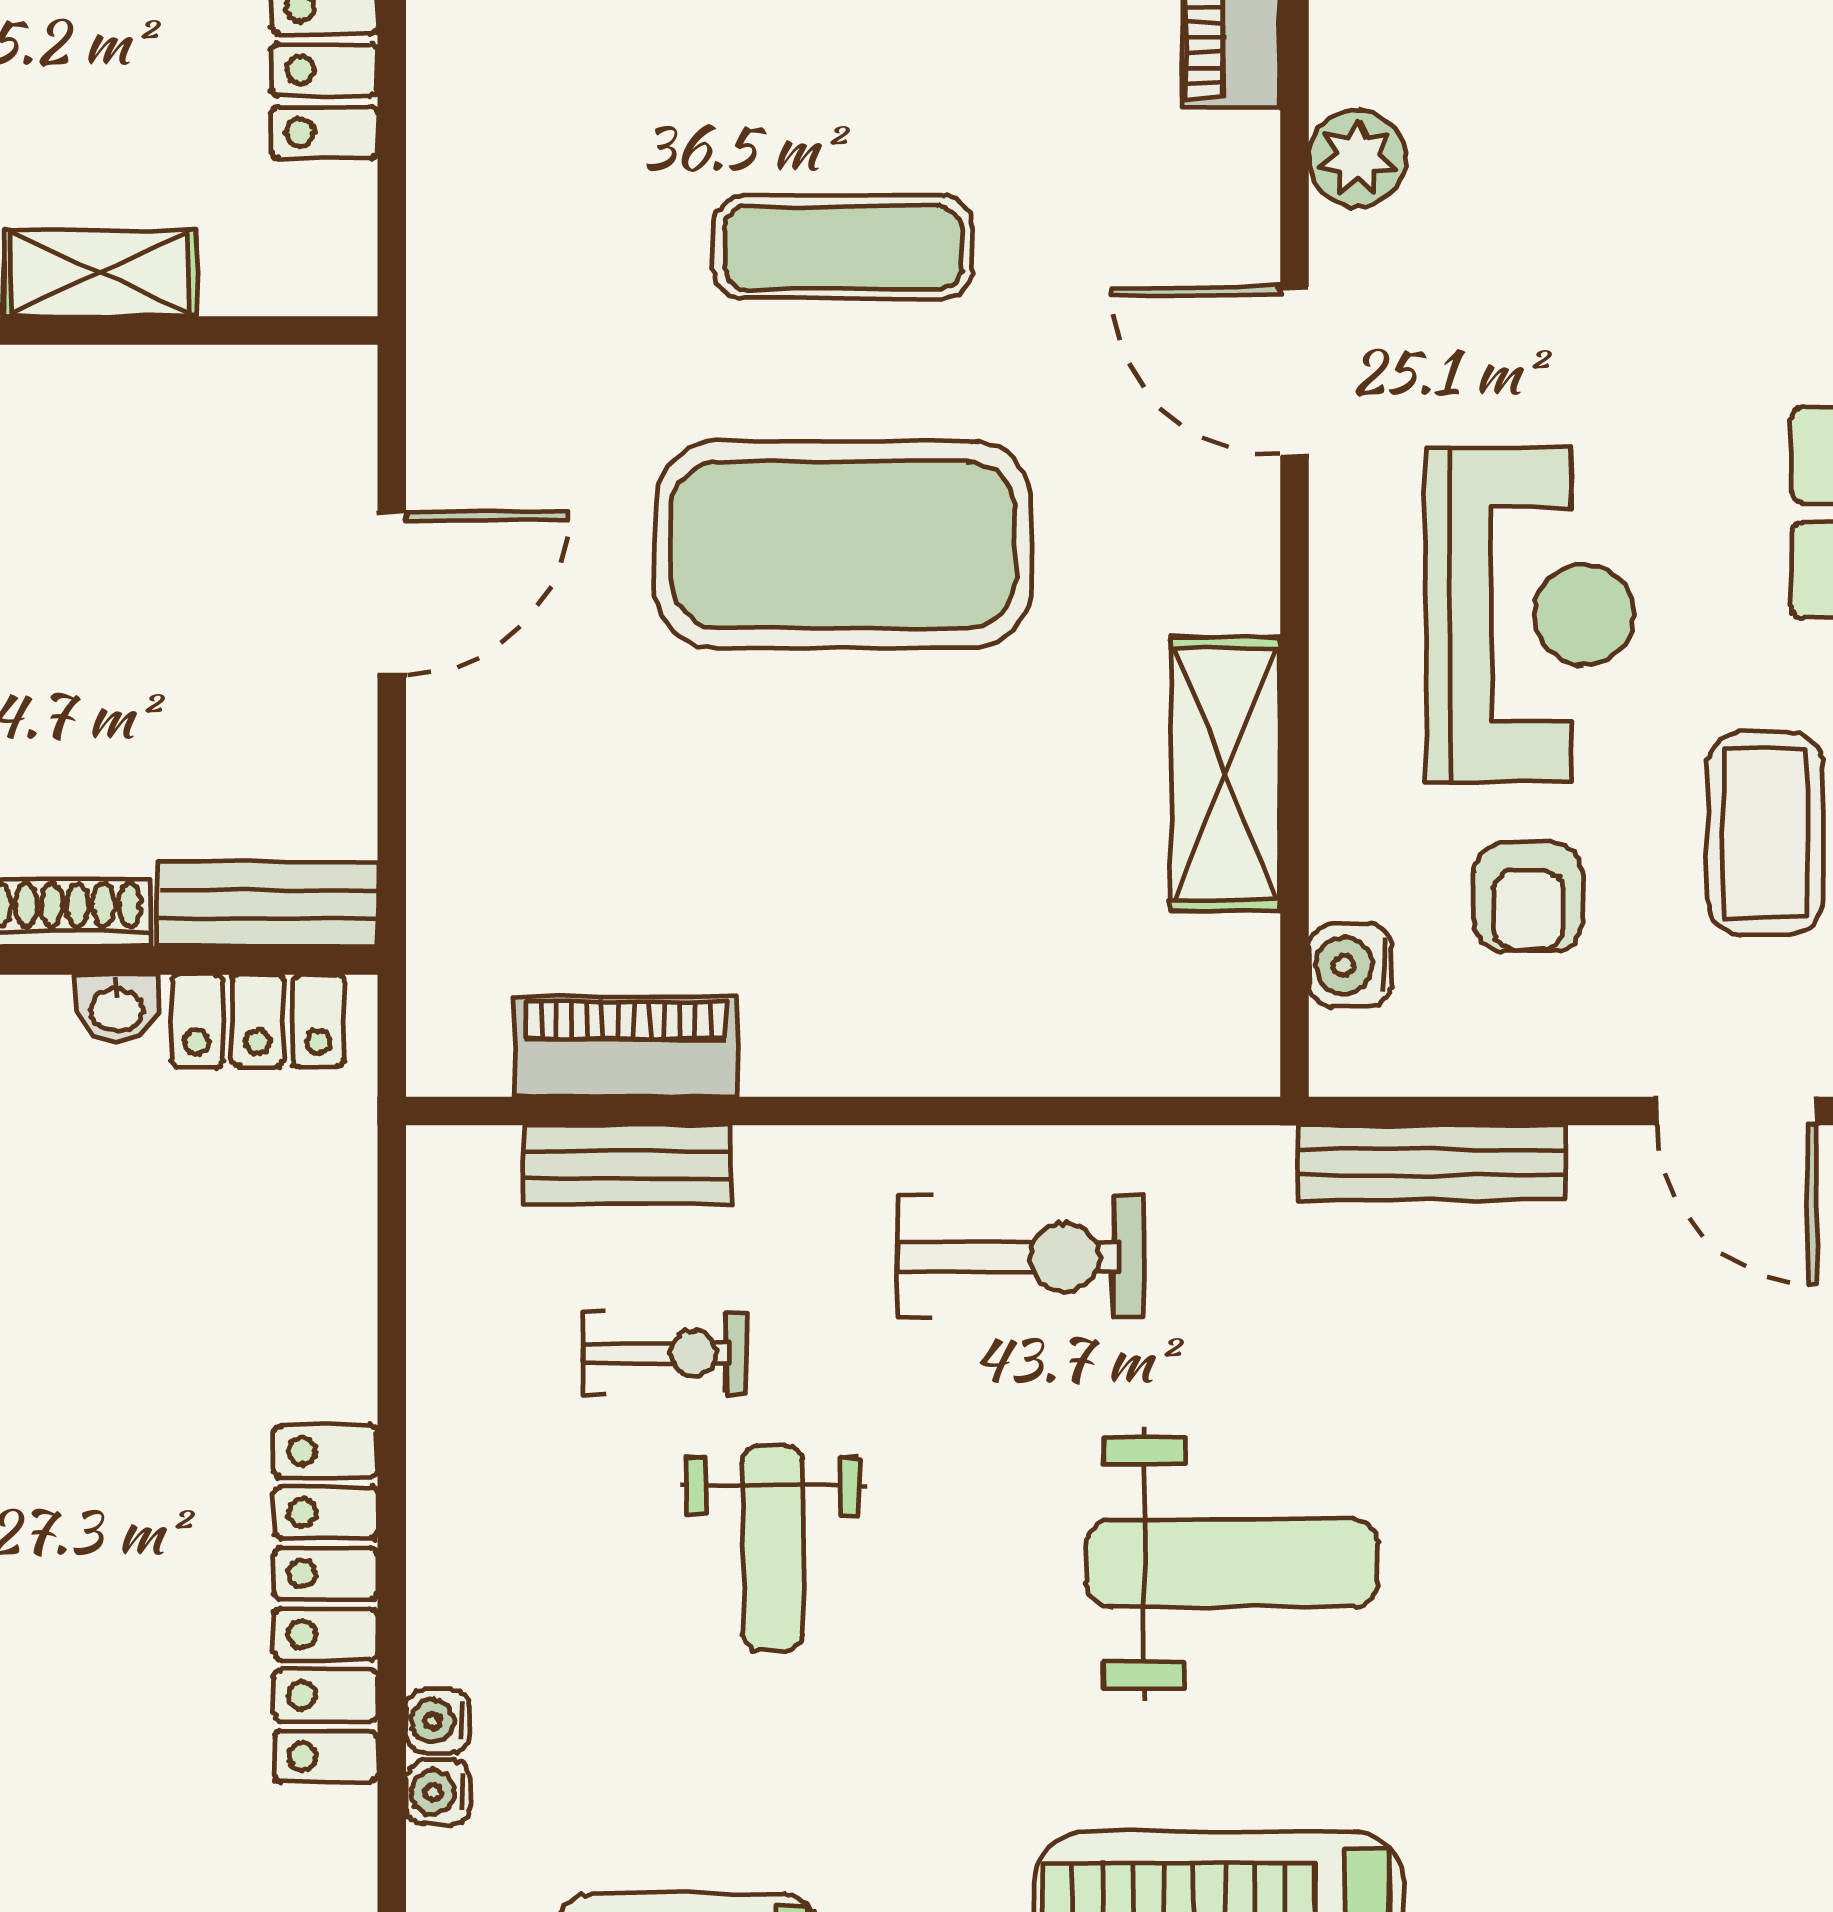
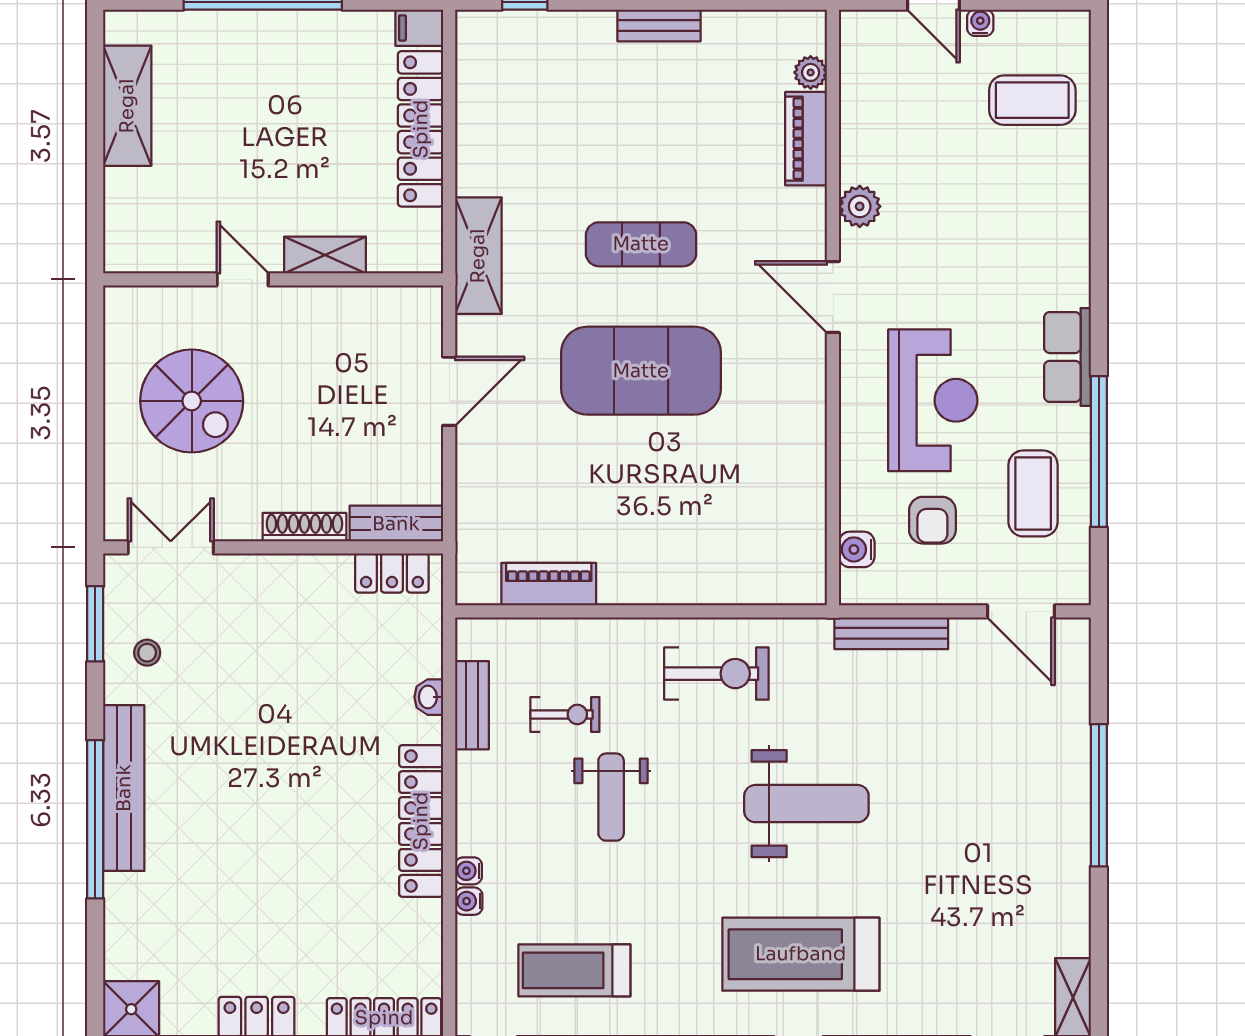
shelving: (1226, 774) -> (478, 256), moved
washbasin: (117, 1008) -> (429, 697), moved, turned 90
bench: (628, 1165) -> (472, 705), moved, turned 90

